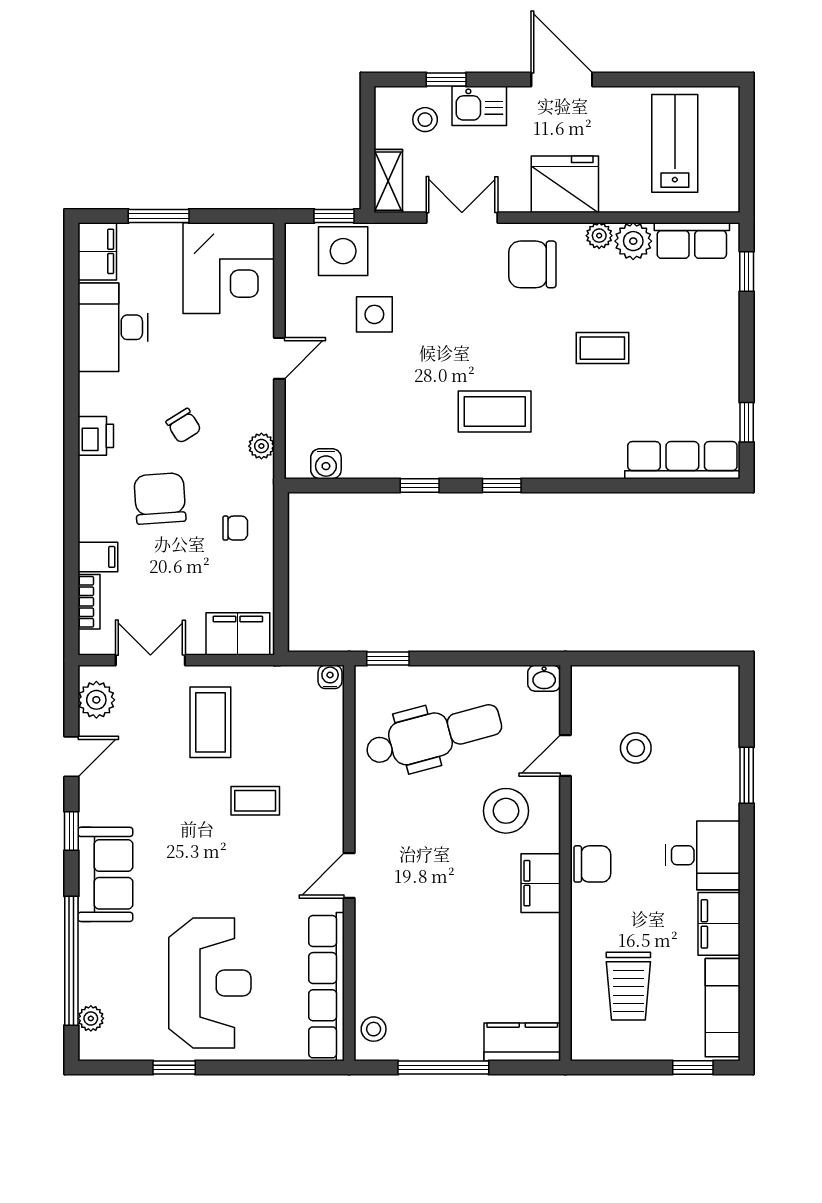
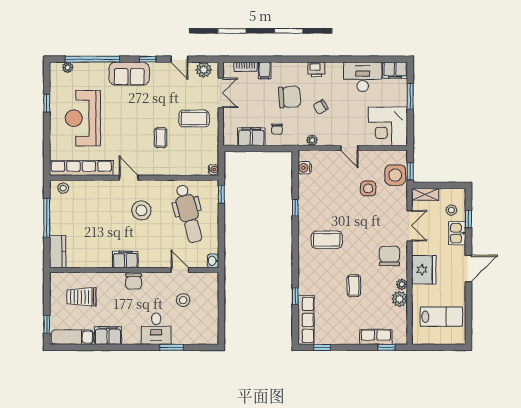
row of seats: (692, 241) -> (376, 337), moved, turned 90
coffee table: (495, 412) -> (327, 240), turned 90
window: (502, 485) -> (295, 296), moved
filing cabinet: (238, 634) -> (251, 137), moved, turned -90
stool: (506, 811) -> (141, 210), moved
desk: (703, 855) -> (156, 329), moved
reception desk: (210, 983) -> (83, 118), turned 90

